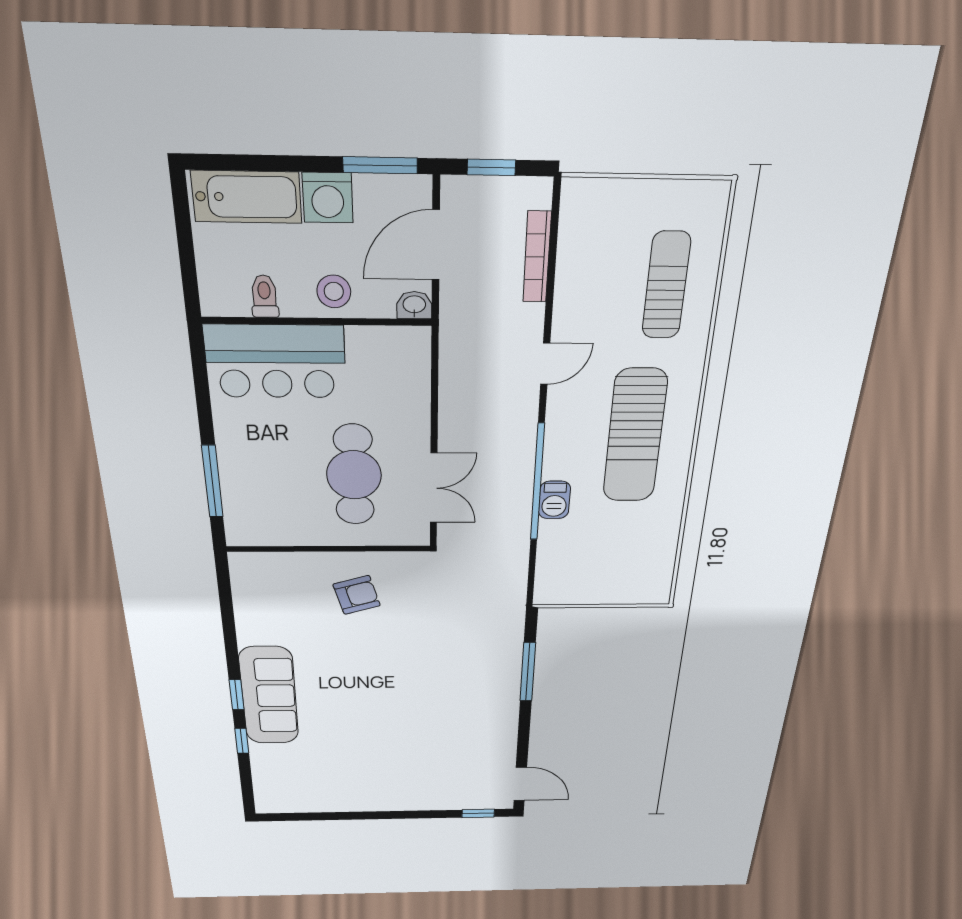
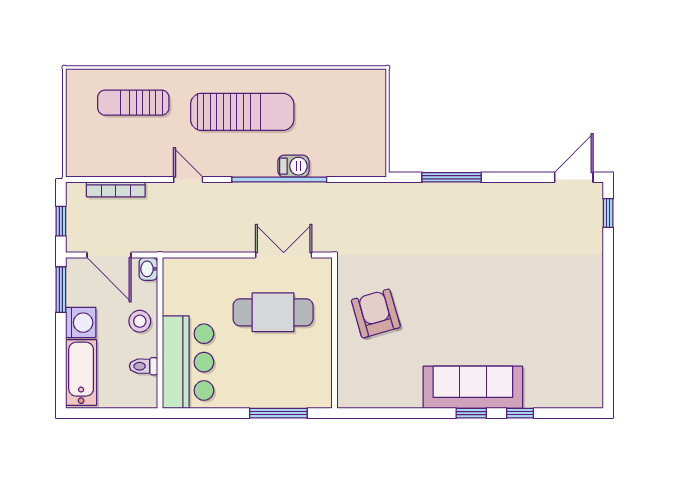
armchair: (357, 595) -> (376, 313), width x1.38, depth x1.38

